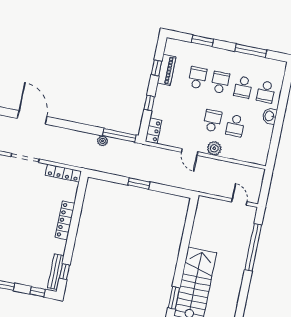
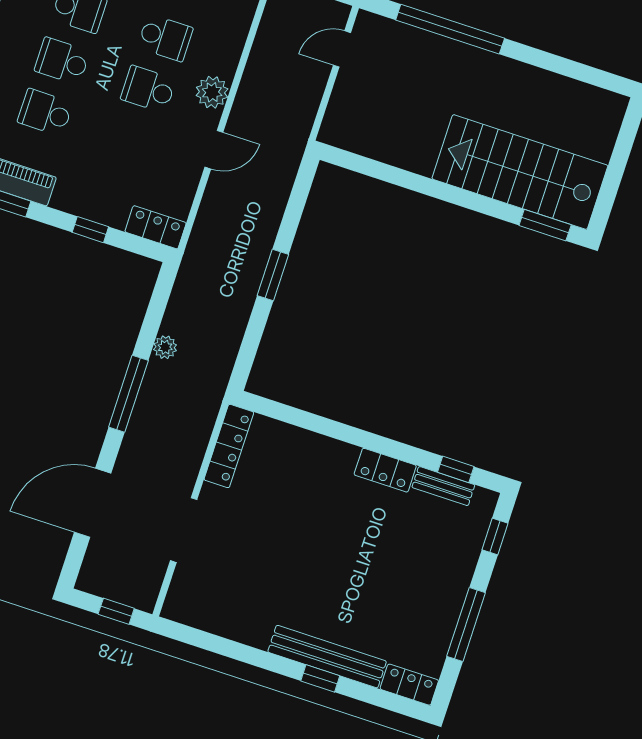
window: (119, 135) -> (128, 394), moved
locker: (65, 220) -> (385, 470), moved, width x0.66
bench: (56, 272) -> (443, 486), width x0.73

